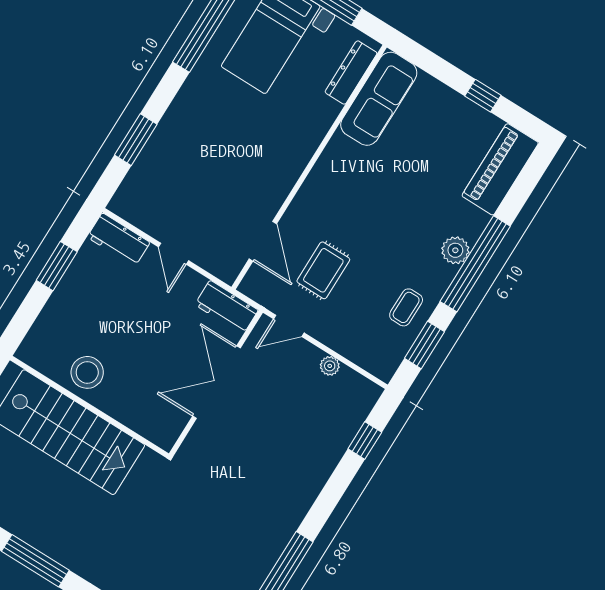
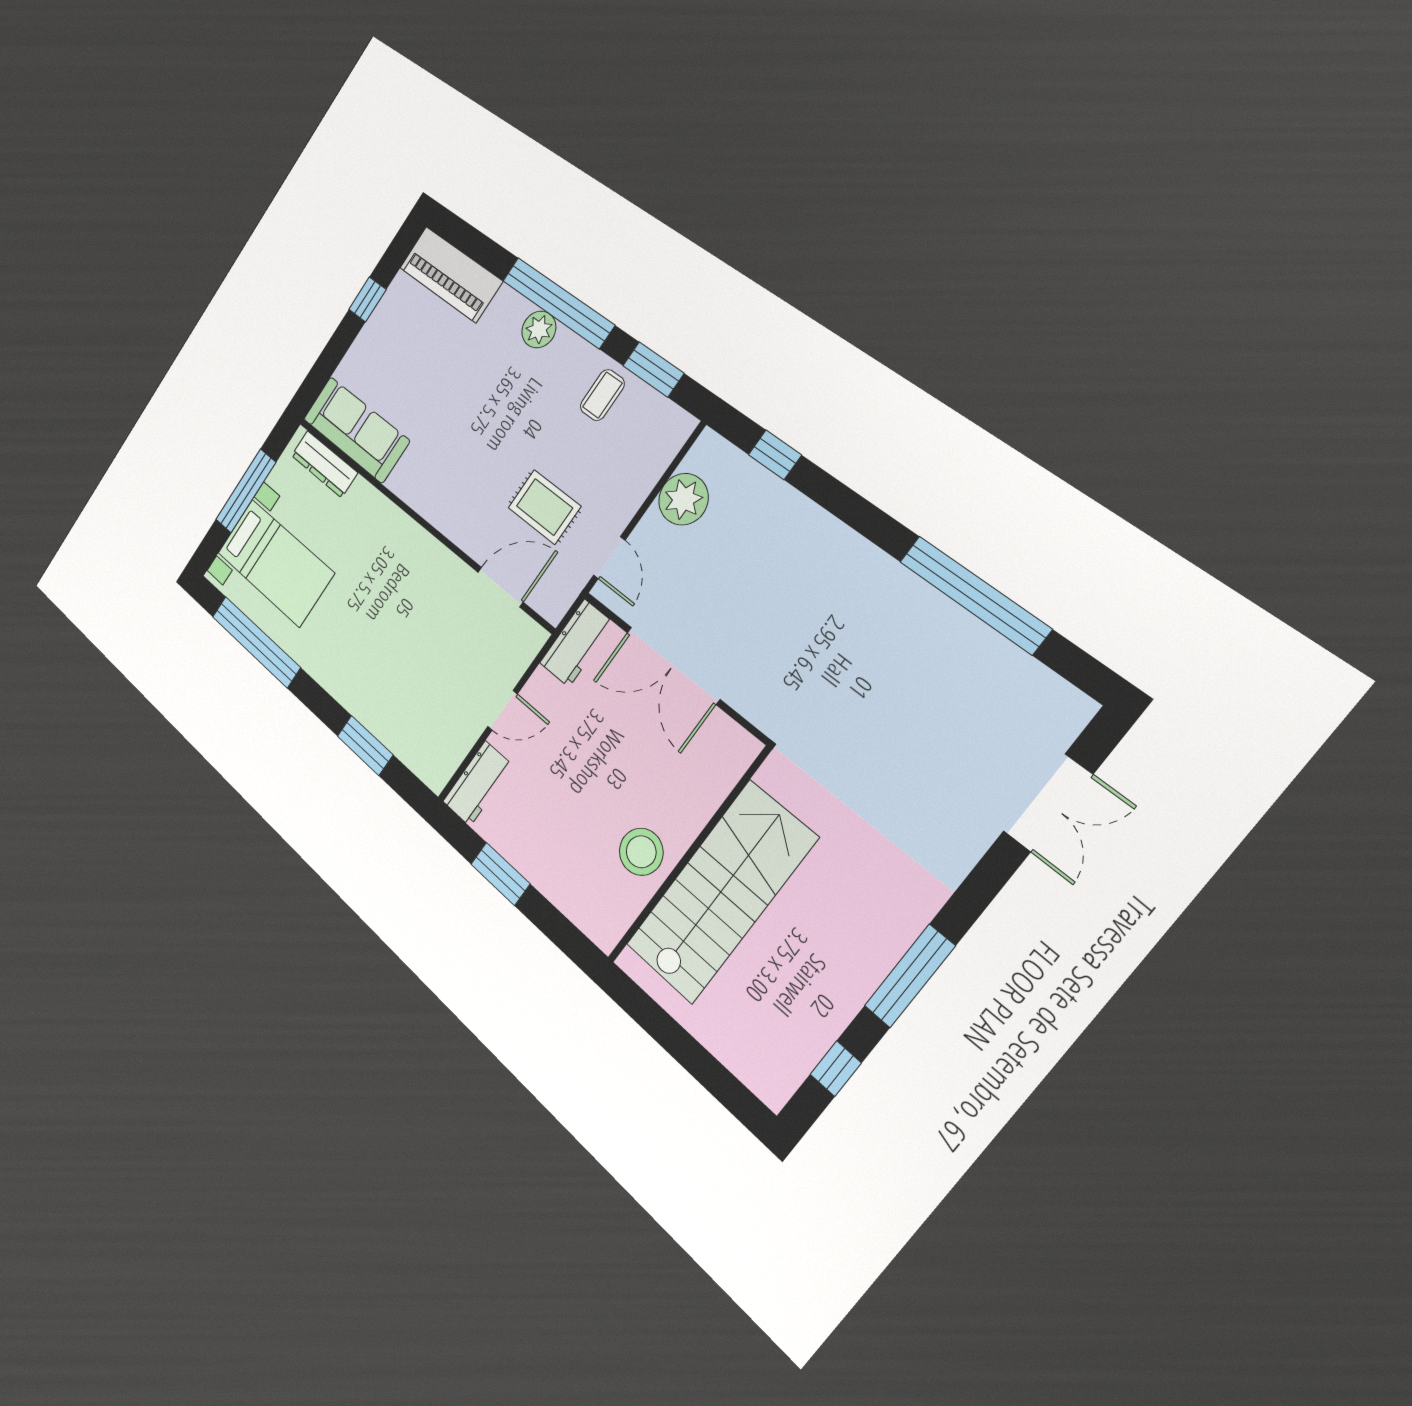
coffee table: (406, 307) -> (602, 395), turned 90
plant: (330, 366) -> (683, 499), width x1.88, depth x1.88

